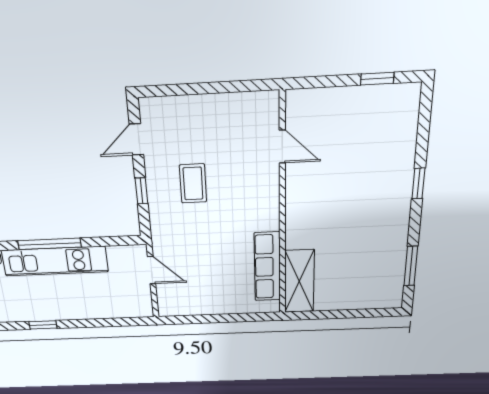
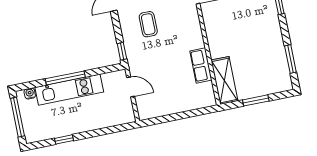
window: (141, 191) -> (122, 51), moved
row of seats: (267, 267) -> (201, 65), width x0.68
window: (340, 314) -> (256, 100), added

